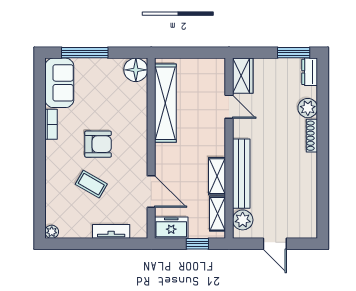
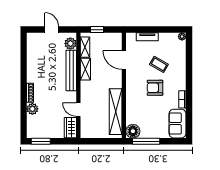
window: (85, 53) -> (146, 141), moved
dresser: (310, 72) -> (31, 130), removed
freezer: (171, 228) -> (112, 39), removed

